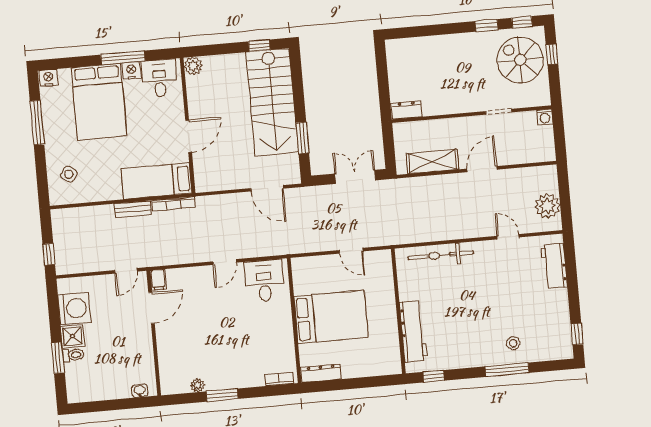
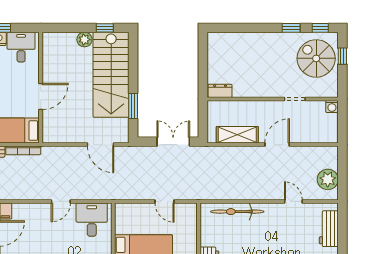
plant: (193, 66) -> (84, 40), moved

